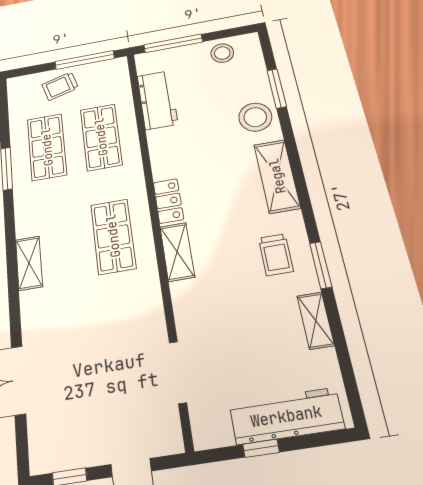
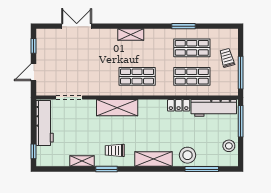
window: (277, 88) -> (202, 169), width x1.44
workbench: (157, 100) -> (214, 108), width x1.37
locker: (168, 201) -> (179, 105), moved
shelving: (177, 252) -> (117, 108), width x1.50, depth x1.33
workbench: (286, 416) -> (45, 123), moved
window: (261, 448) -> (33, 151), moved

